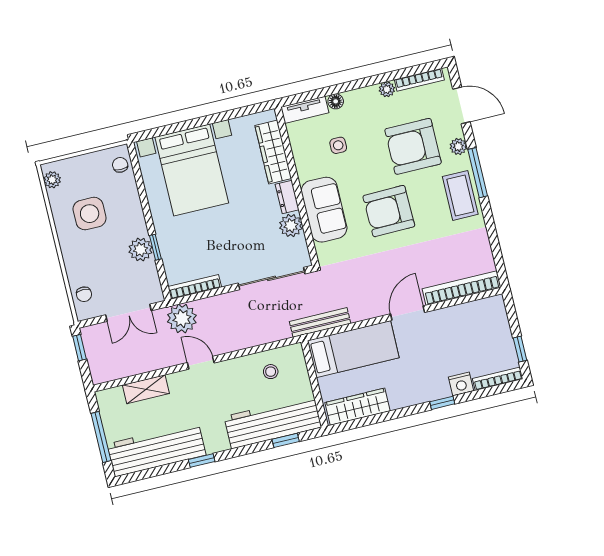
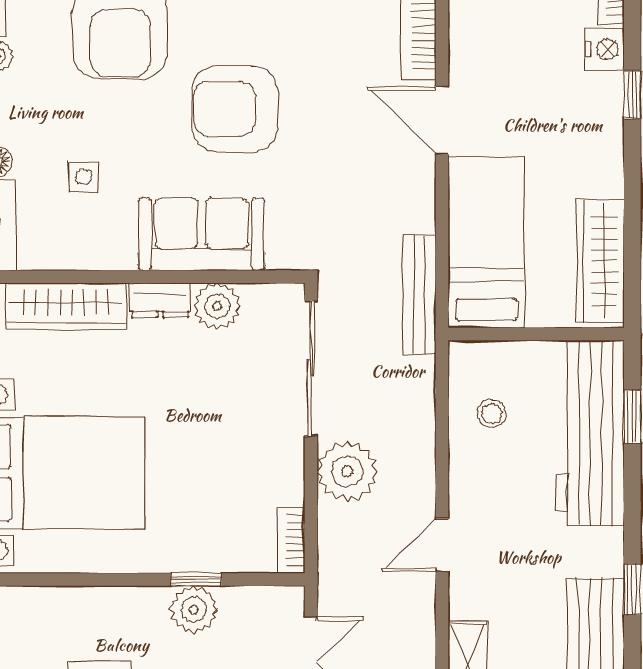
chair: (120, 165) -> (20, 610), removed
armchair: (389, 211) -> (235, 109), turned 91
bookcase: (195, 287) -> (292, 540), width x0.64
plant: (182, 319) -> (347, 471), moved

